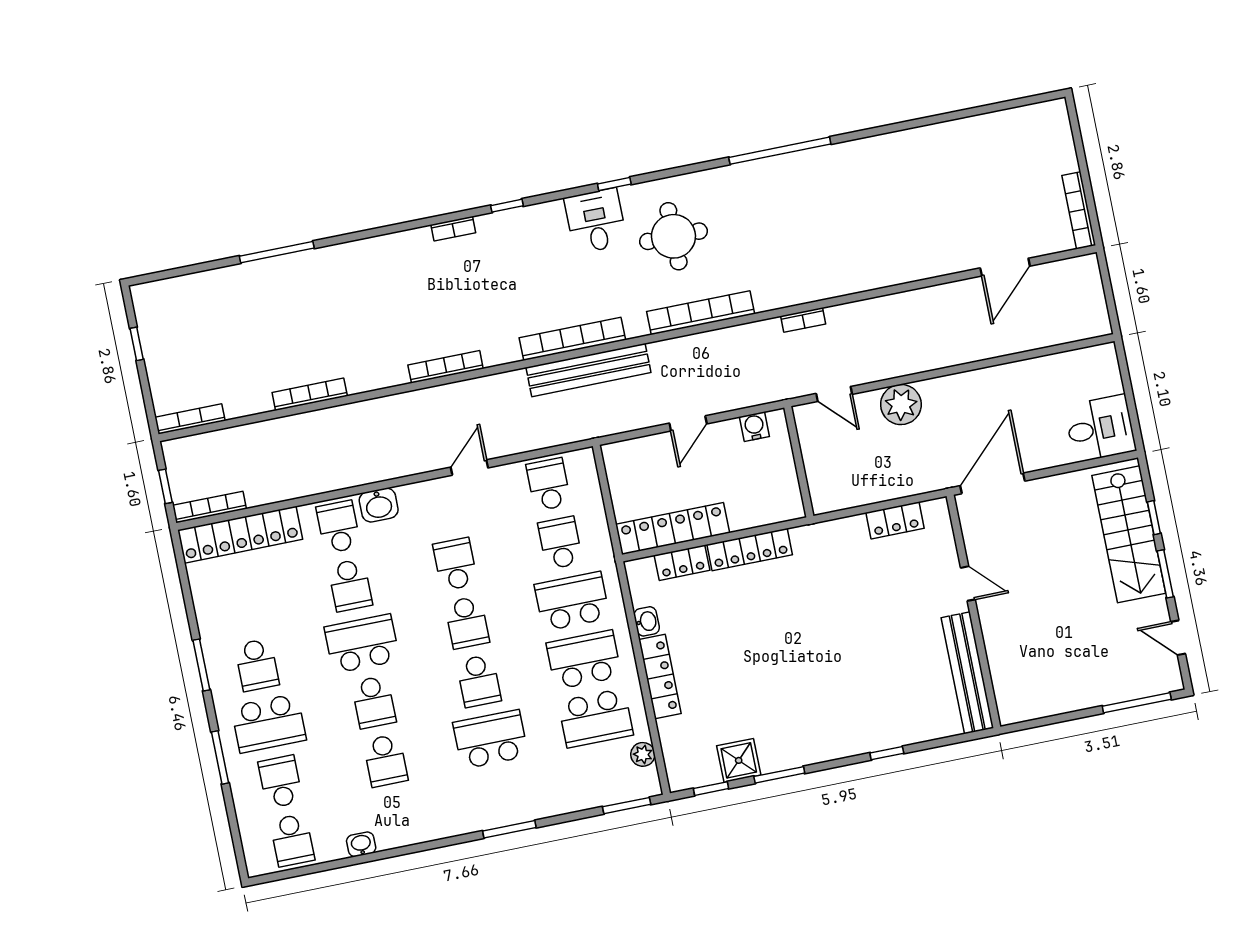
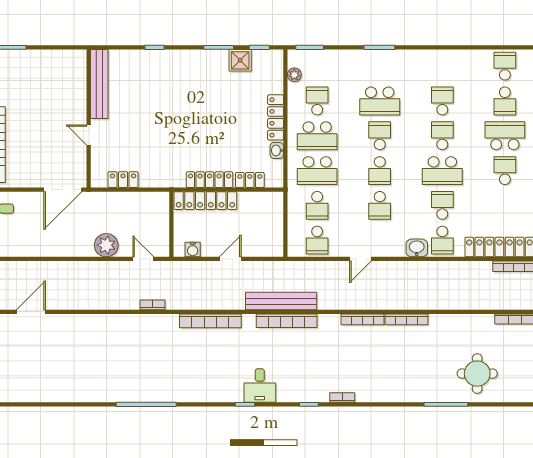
round table: (673, 236) -> (477, 374), moved
bookcase: (310, 394) -> (406, 319), moved
locker: (673, 529) -> (205, 201), moved
school desk: (467, 622) -> (380, 171), turned 180
school desk: (596, 718) -> (317, 101), width x0.54
washbasin: (361, 844) -> (466, 56), removed

